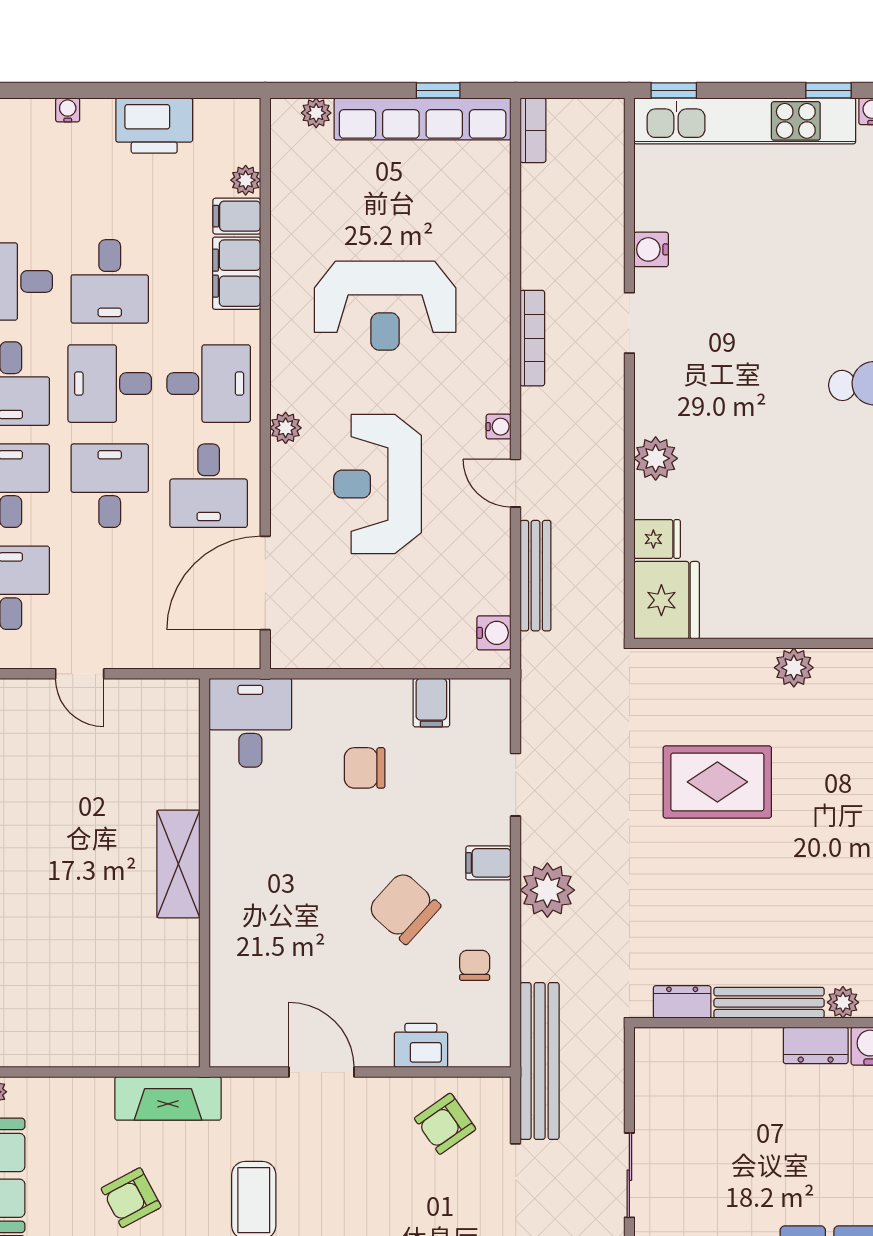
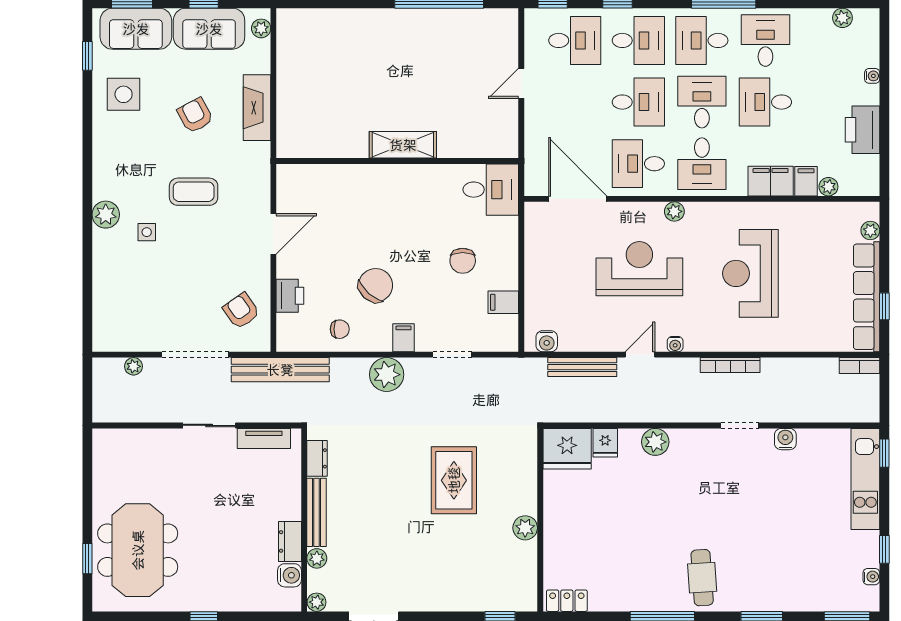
kitchen unit: (745, 121) -> (865, 479), width x0.73
chair: (365, 768) -> (463, 261), turned 180
tv unit: (650, 1087) -> (264, 438), added
fireplace: (168, 1098) -> (257, 108), moved

